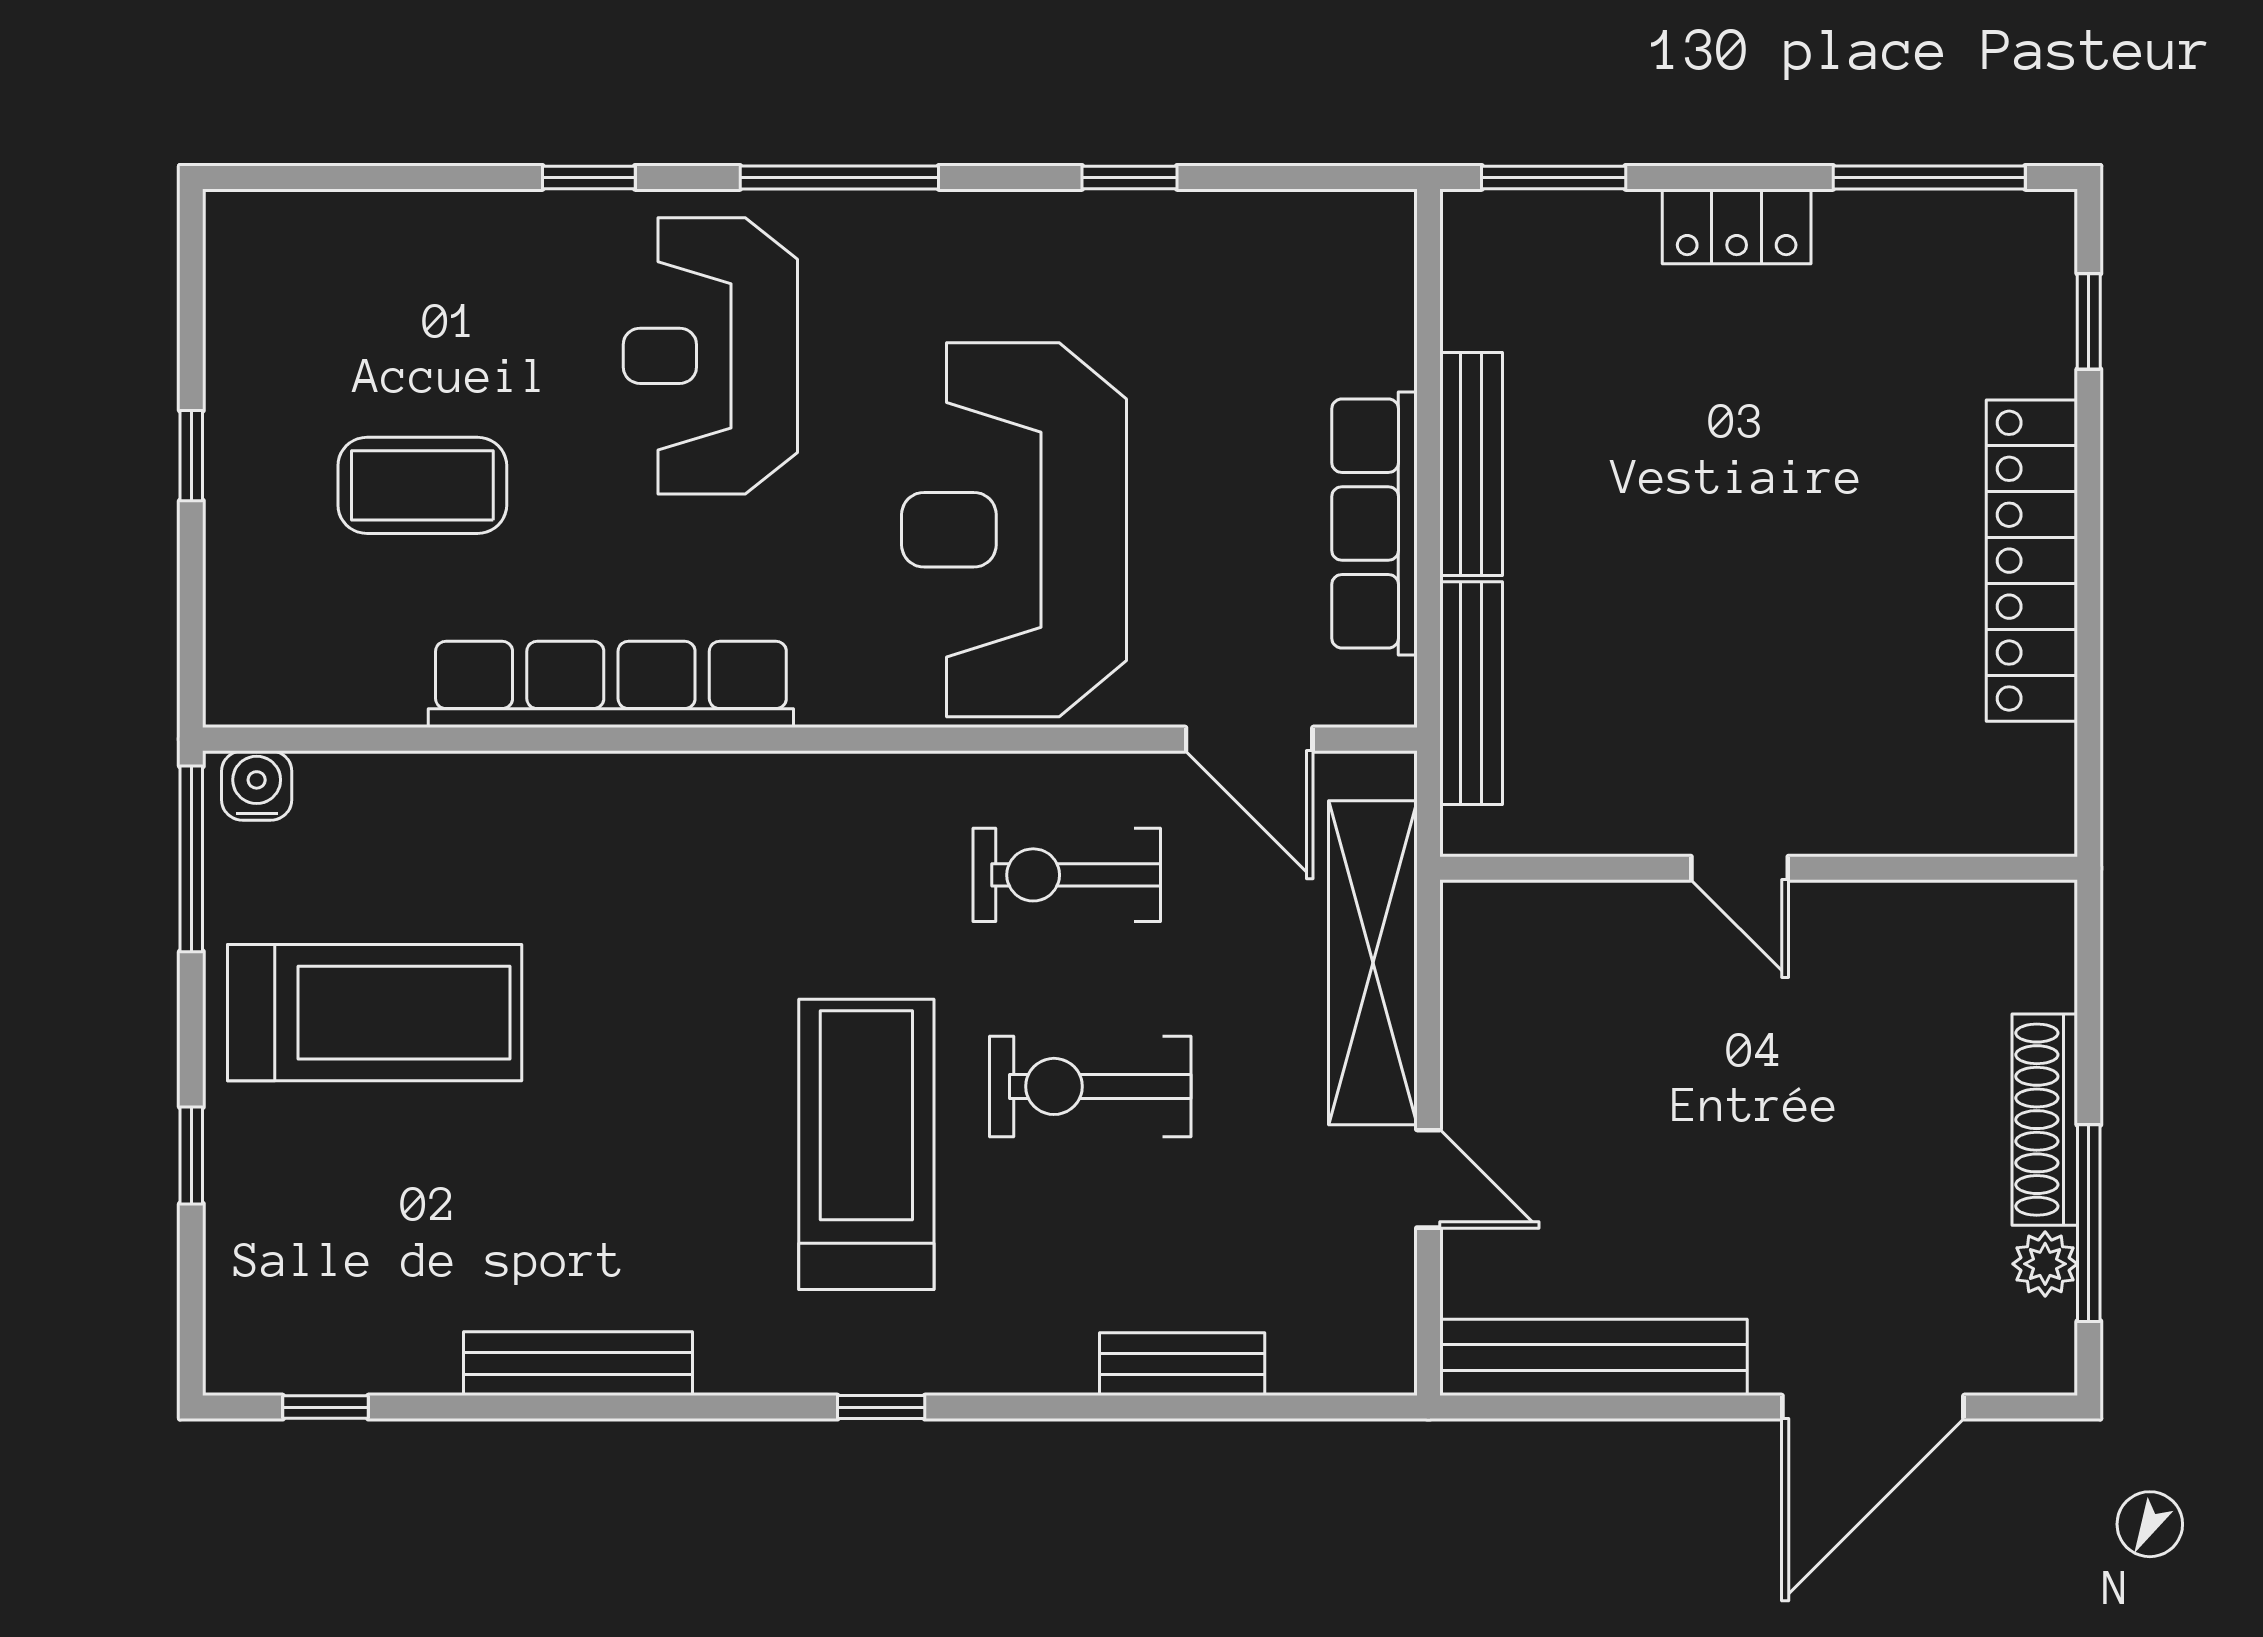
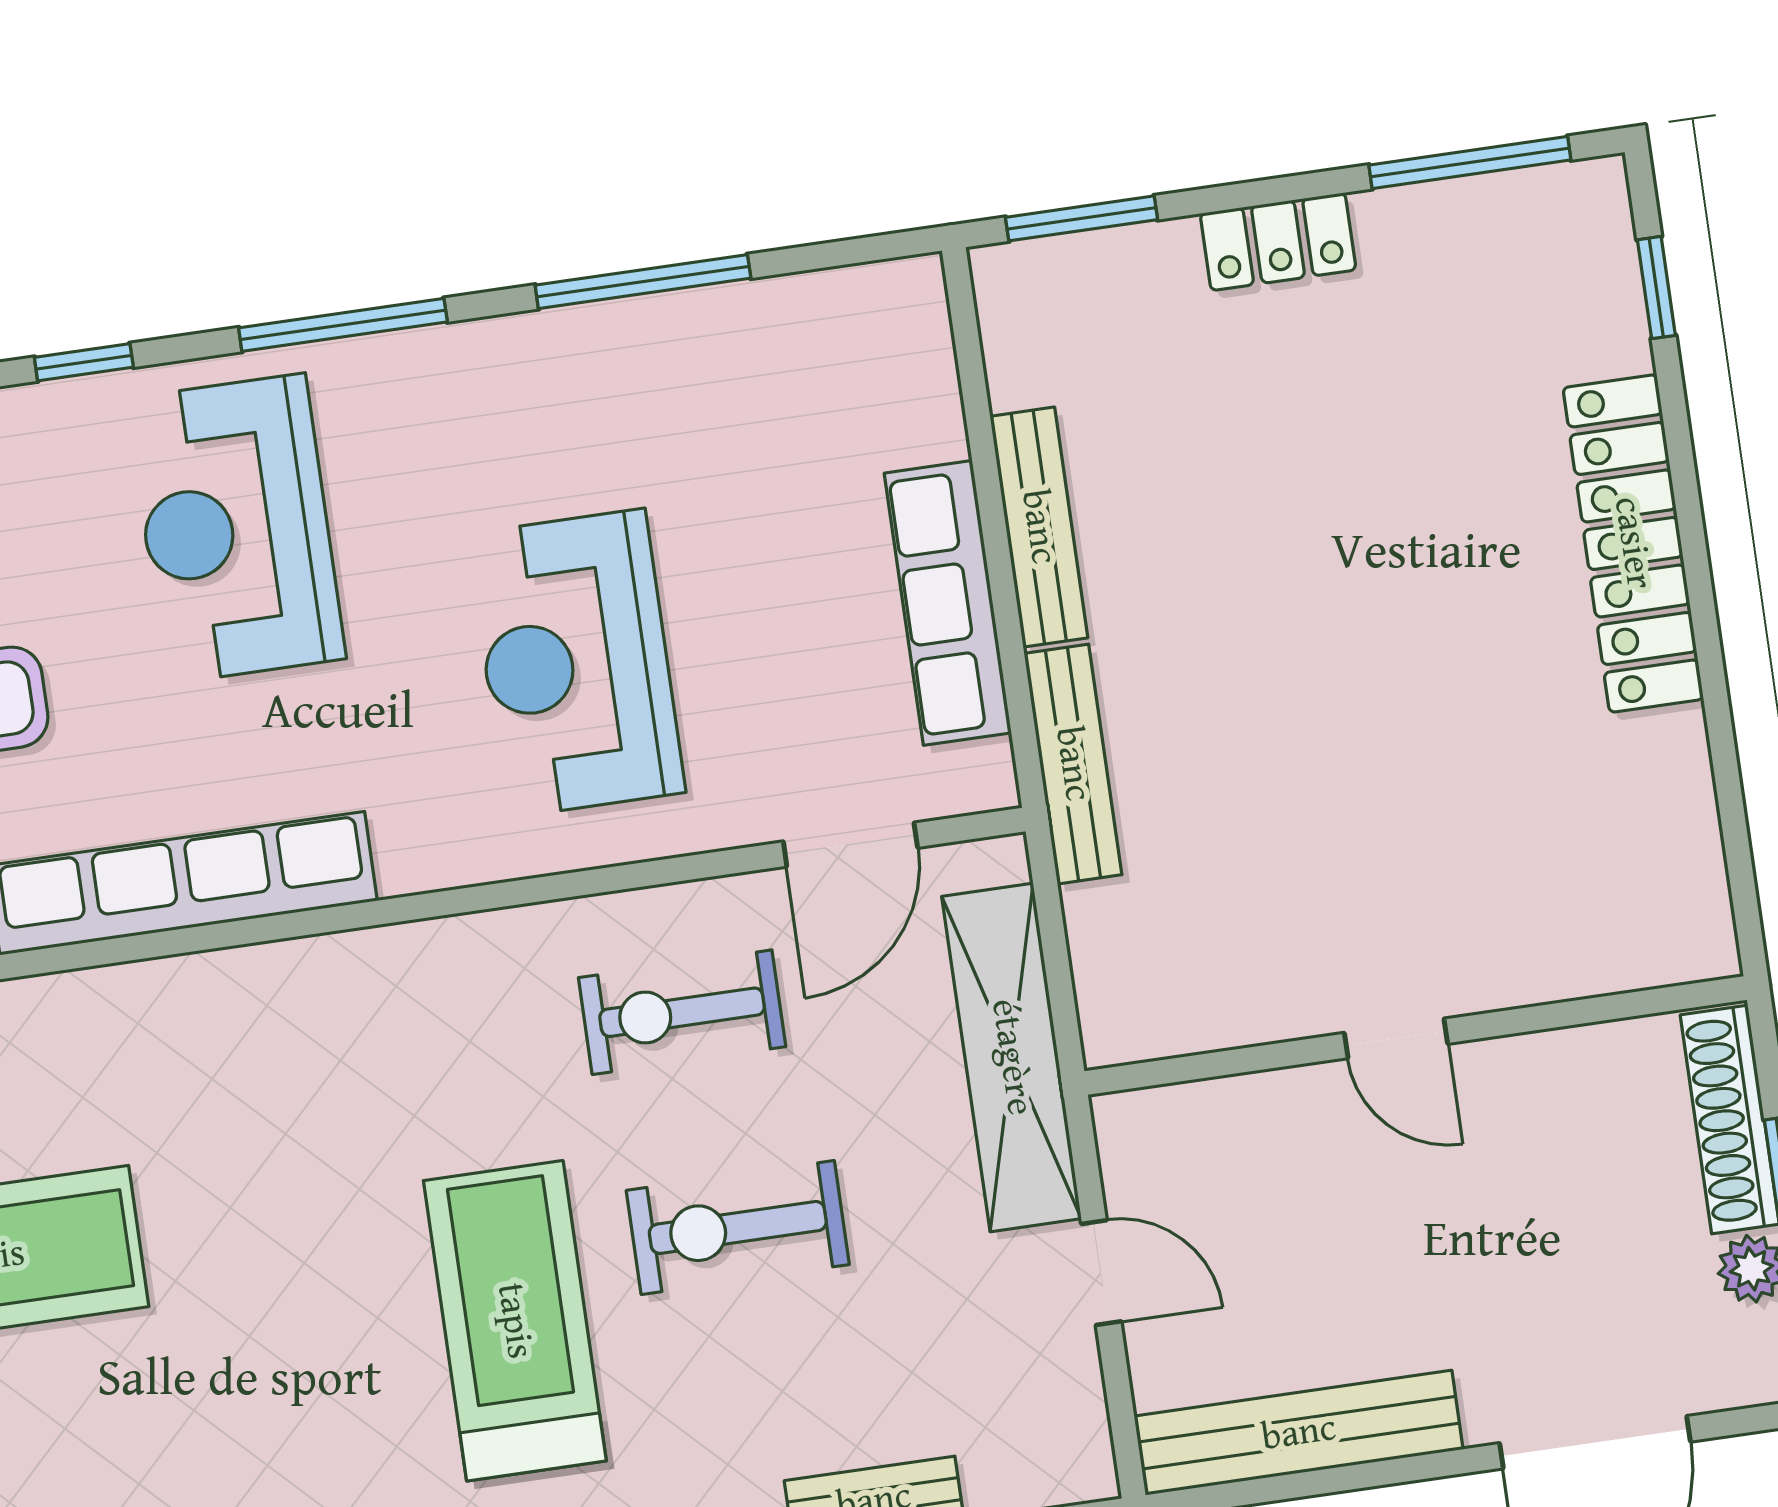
window: (1130, 177) -> (643, 282), width x2.17
reception desk: (1014, 530) -> (576, 663), width x0.74, depth x0.77
door: (1249, 739) -> (850, 845), hinge flipped
door: (1740, 868) -> (1396, 1038), moved
wall: (1759, 868) -> (1416, 1036), moved

